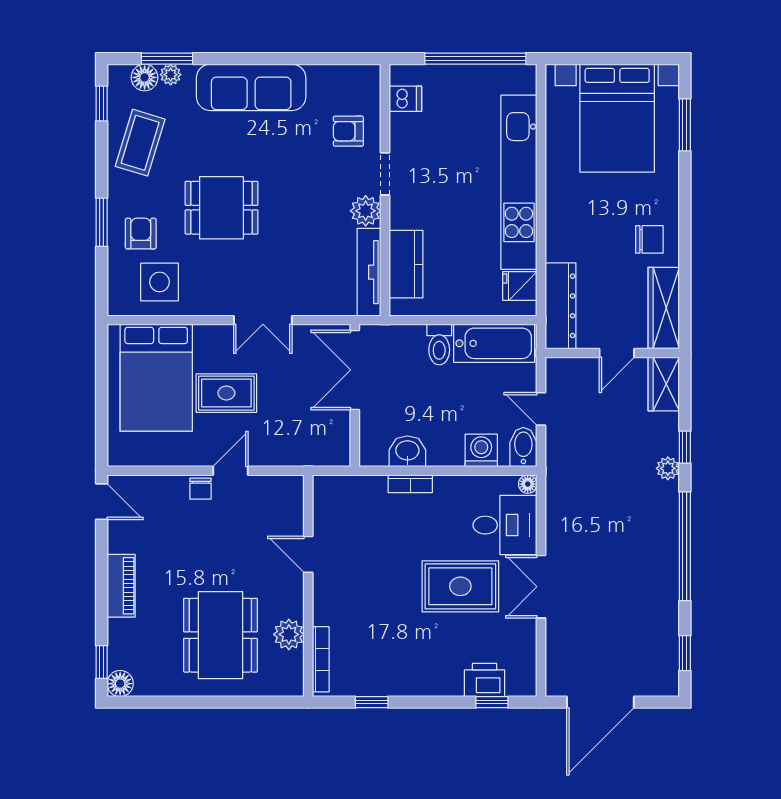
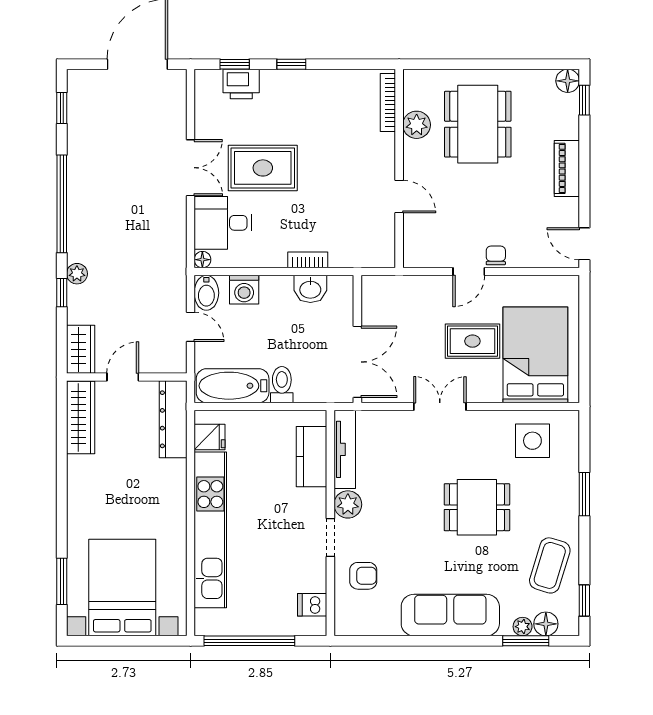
armchair: (141, 234) -> (549, 484), removed
chair: (649, 239) -> (94, 479), removed
window: (372, 702) -> (291, 64), moved

